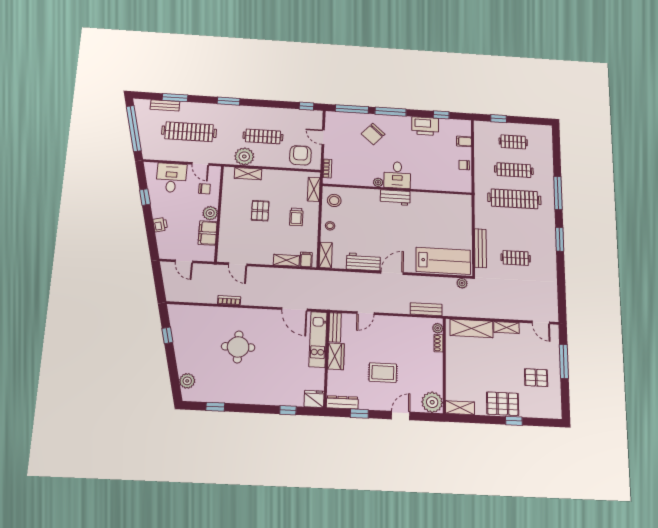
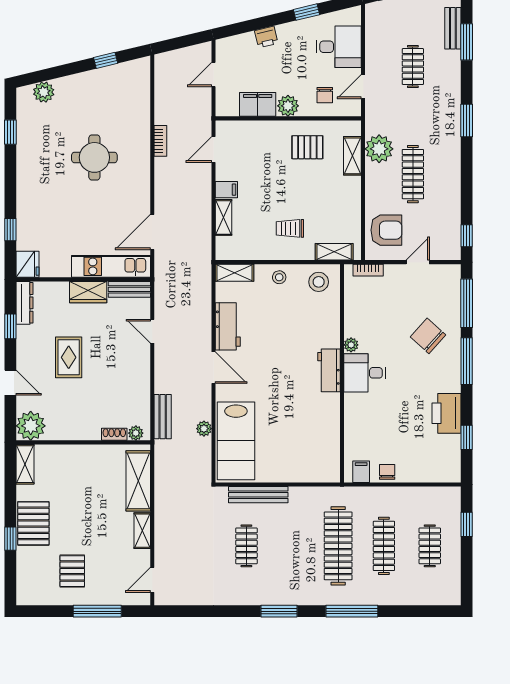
clothes rail: (189, 132) -> (413, 67), width x0.54, depth x0.76
filing cabinet: (464, 141) -> (361, 472), moved
pallet: (260, 211) -> (307, 147), moved
filing cabinet: (306, 259) -> (226, 190), moved
plant: (462, 283) -> (204, 429), moved

